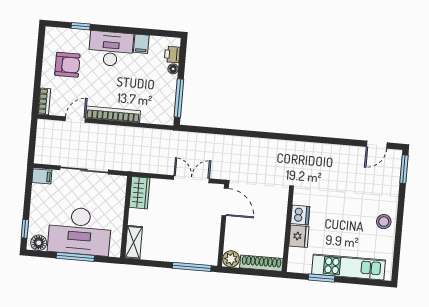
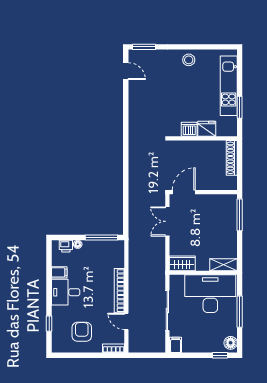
desk: (111, 49) -> (66, 292), width x0.73
desk: (80, 231) -> (210, 294), moved, turned -90
plant: (231, 259) -> (230, 183), removed

